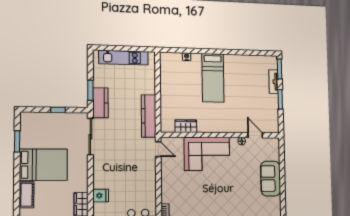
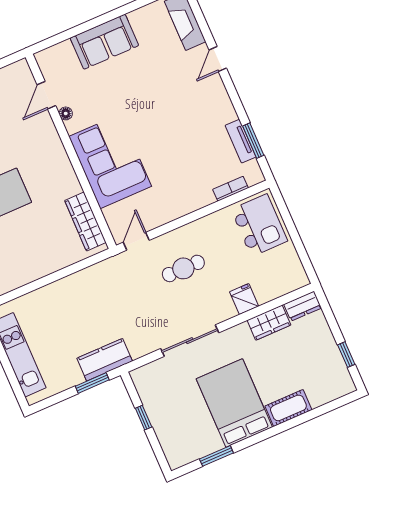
kitchen counter: (149, 116) -> (92, 278), removed
wardrobe: (186, 126) -> (85, 222), width x1.50
sliding door: (90, 137) -> (190, 341), moved
cafe table: (132, 169) -> (183, 268), added

